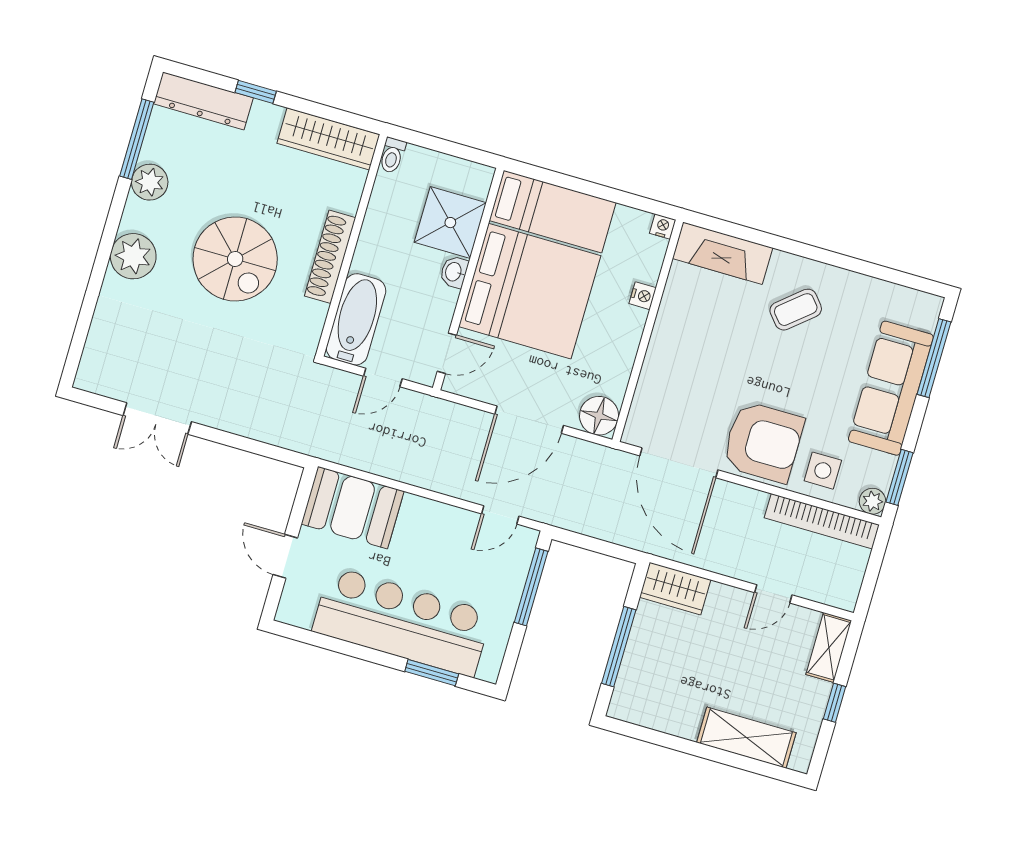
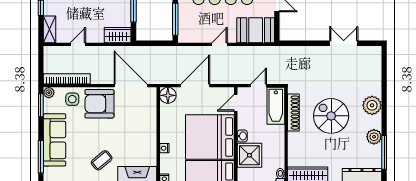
shoe rack: (330, 257) -> (293, 113), moved
door: (500, 515) -> (220, 44), moved

